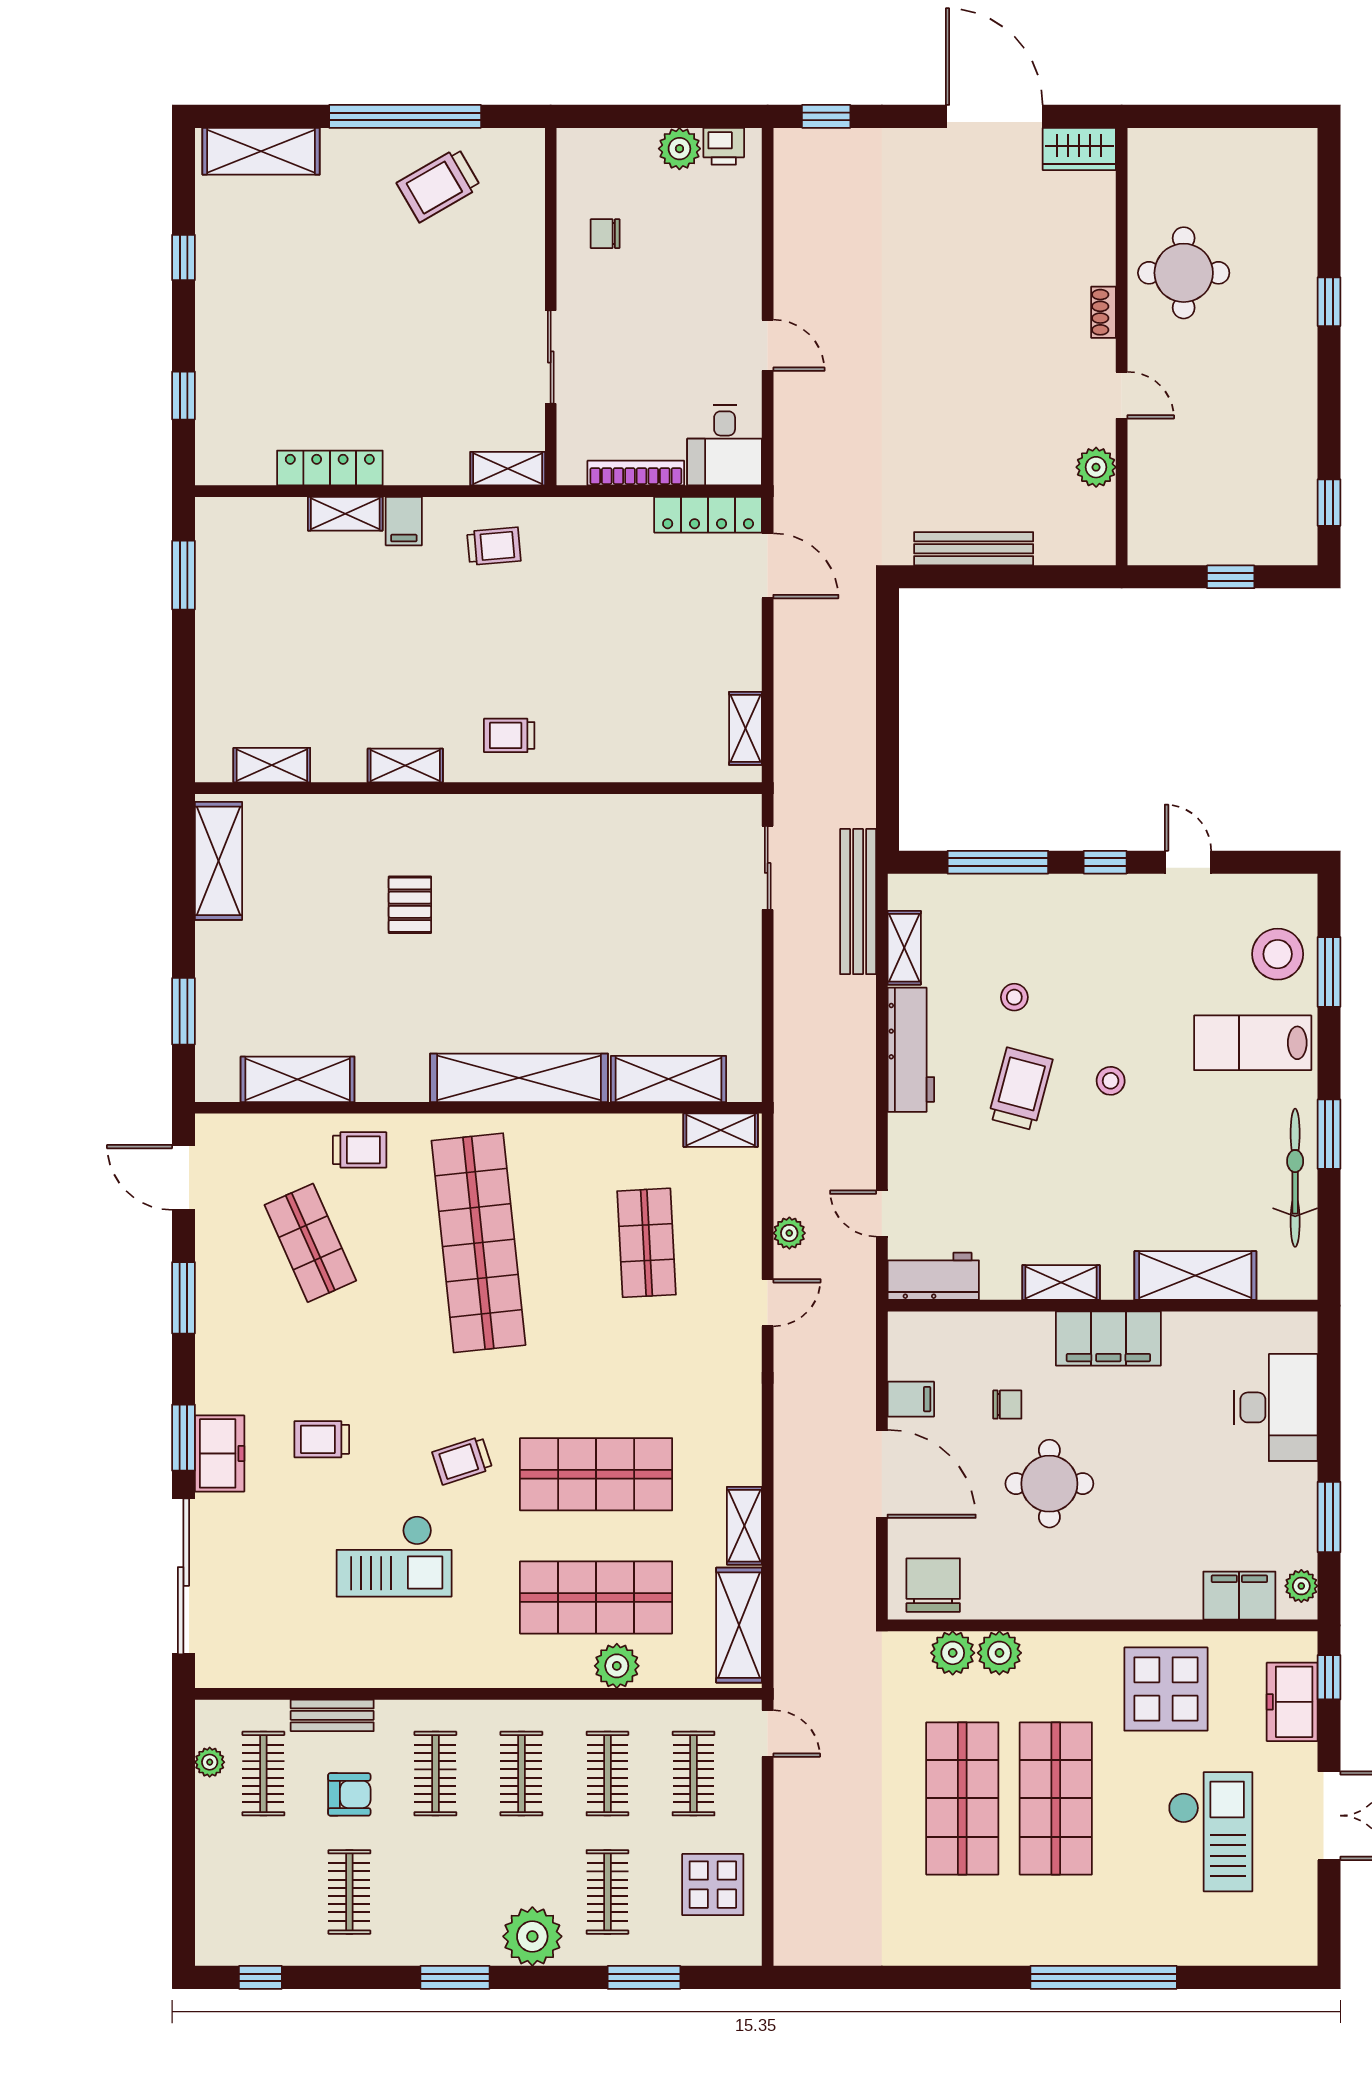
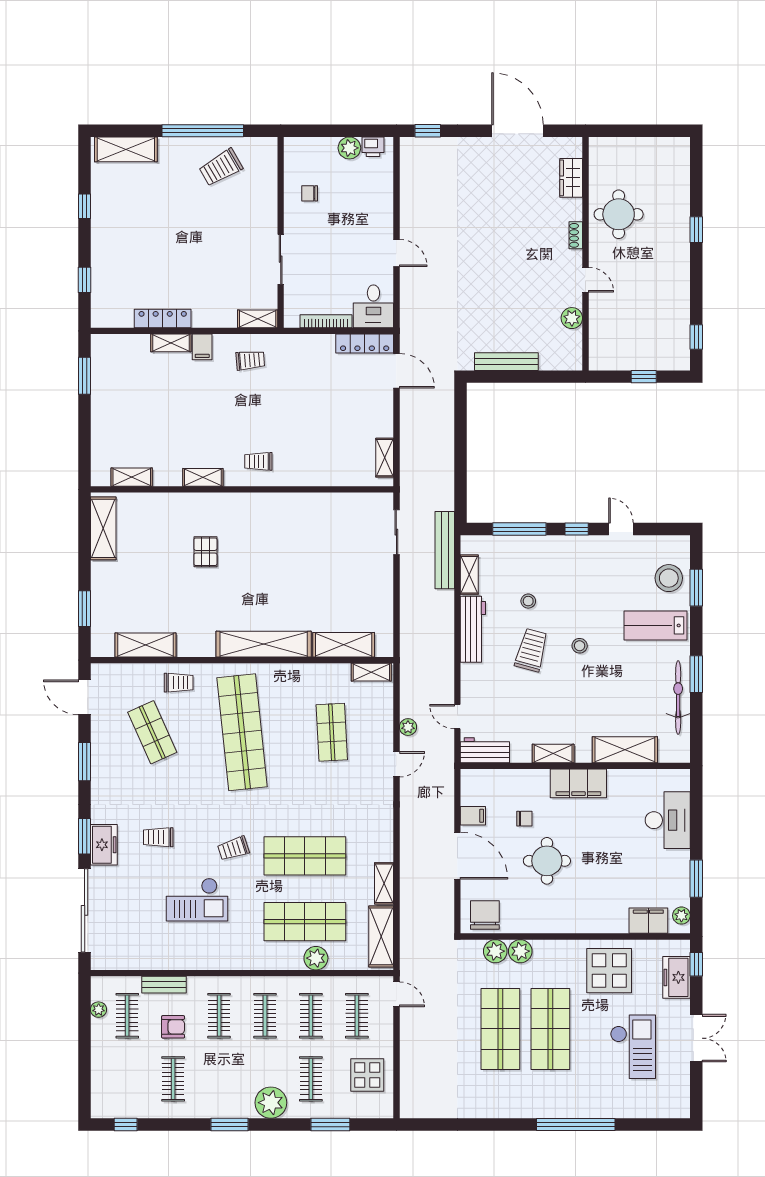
wardrobe: (1079, 149) -> (571, 178), moved, turned 90

